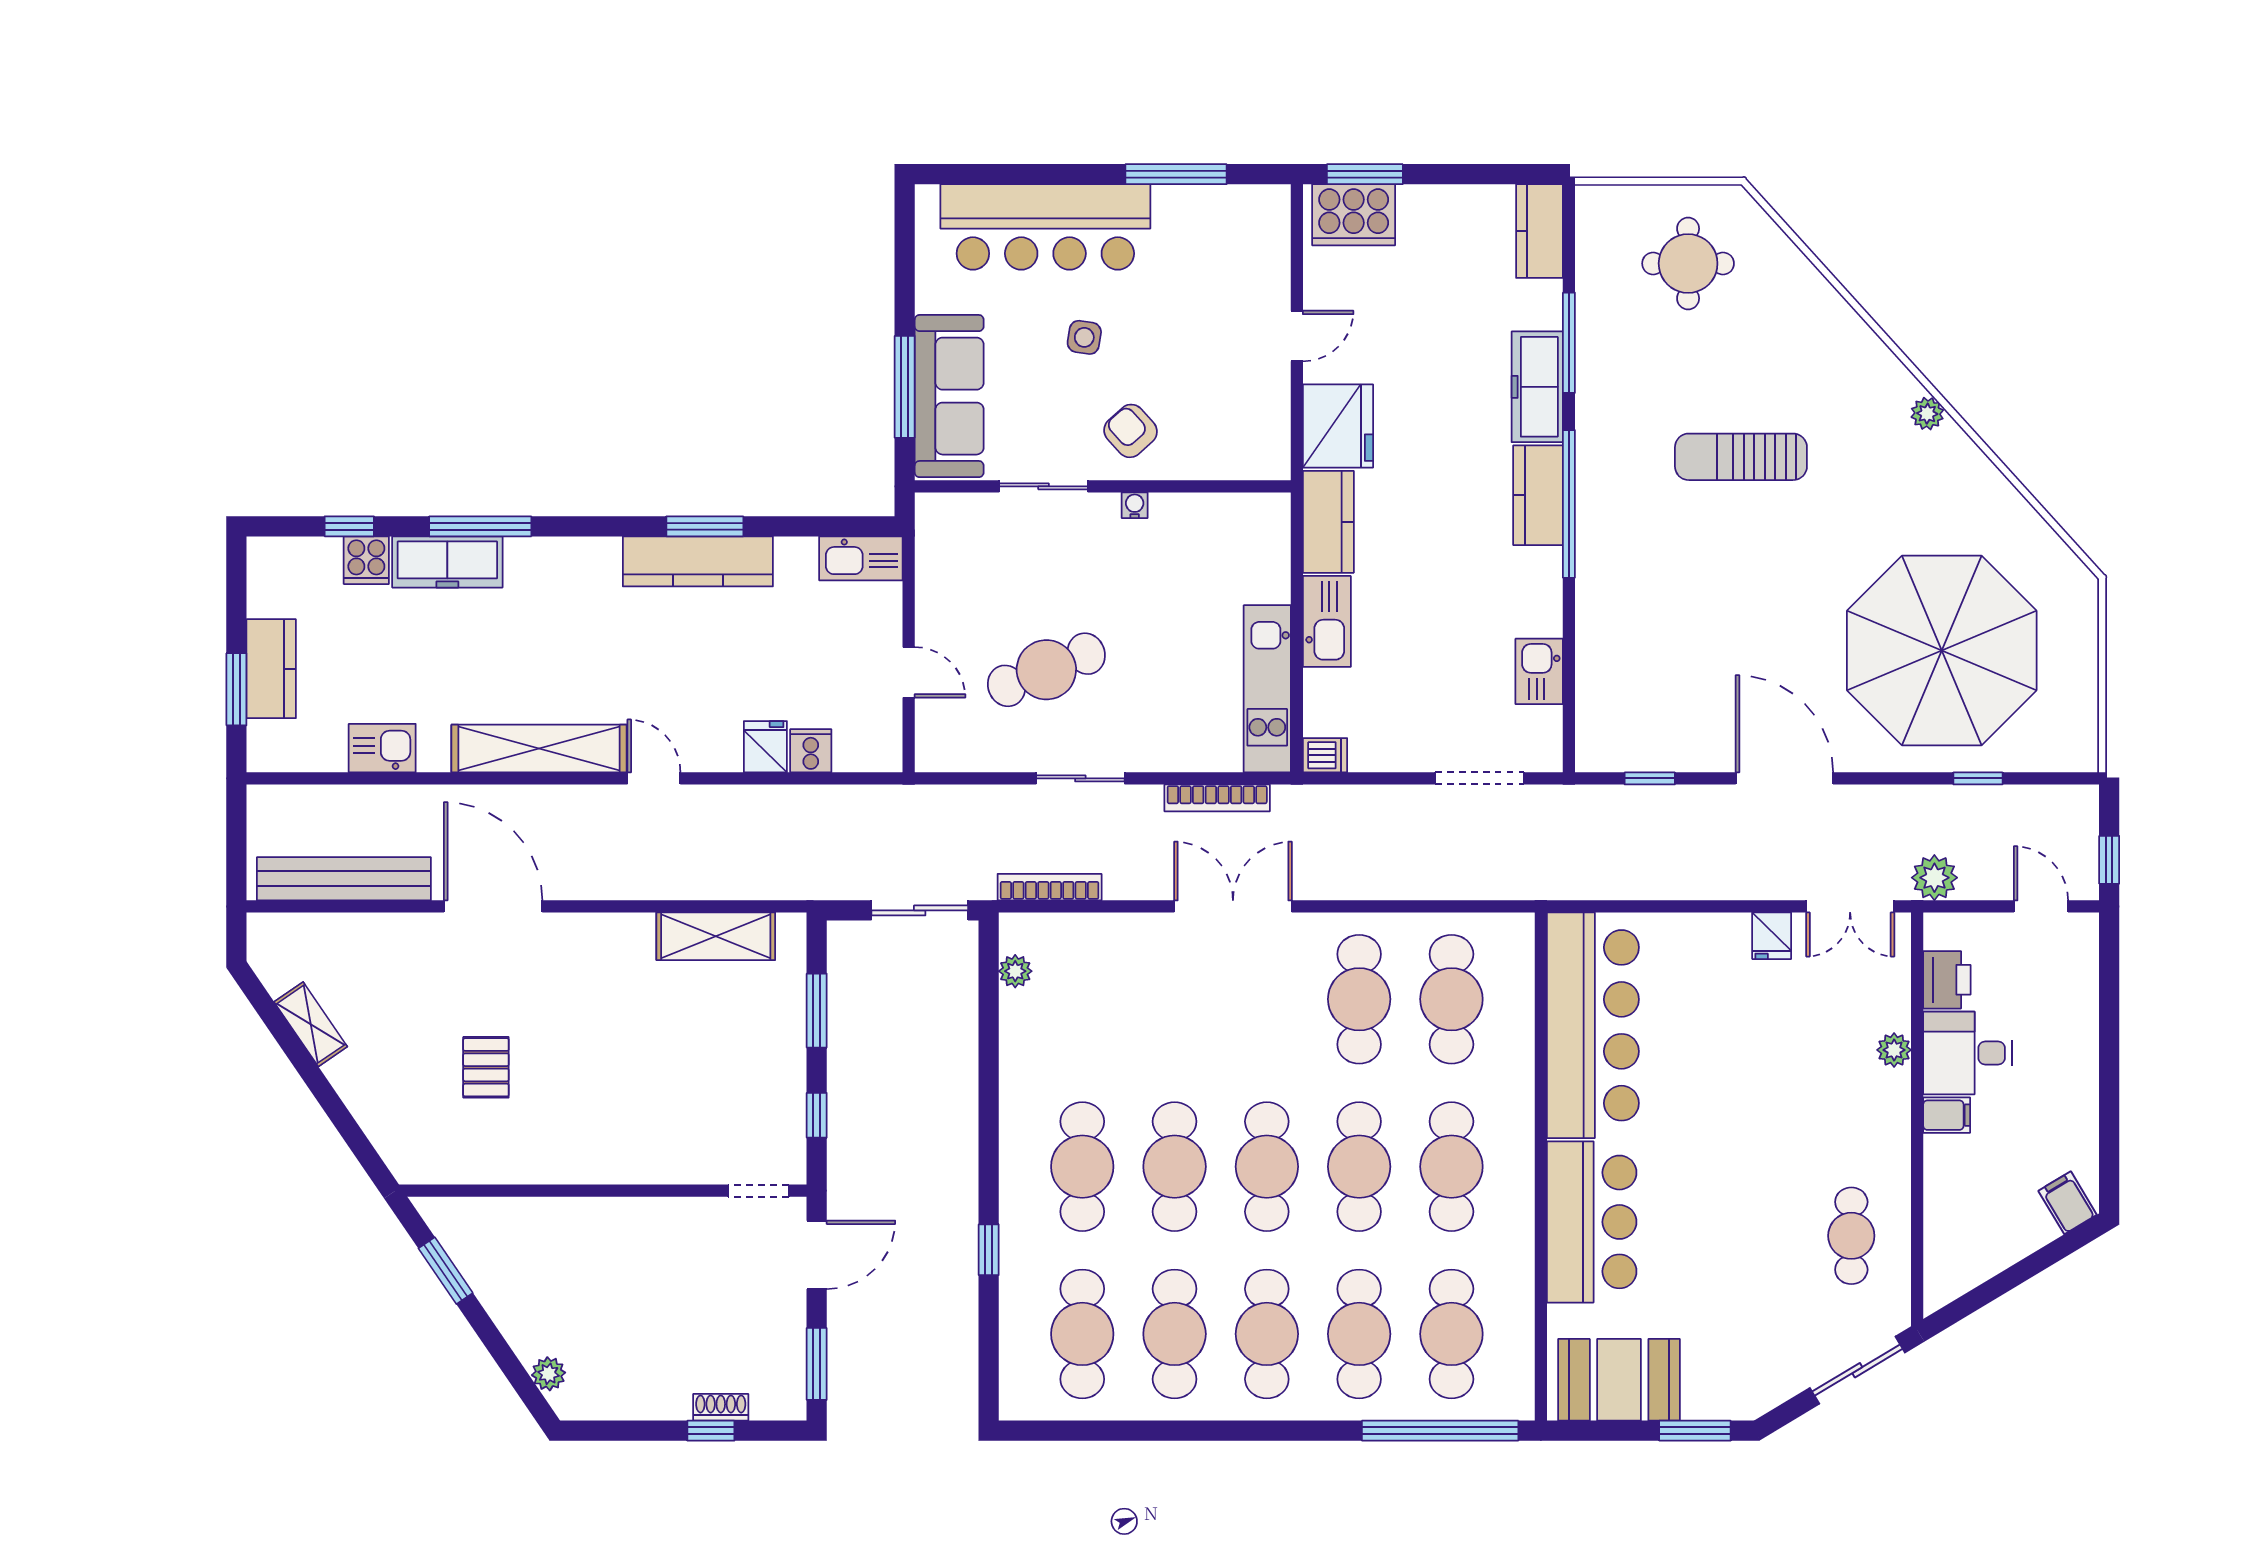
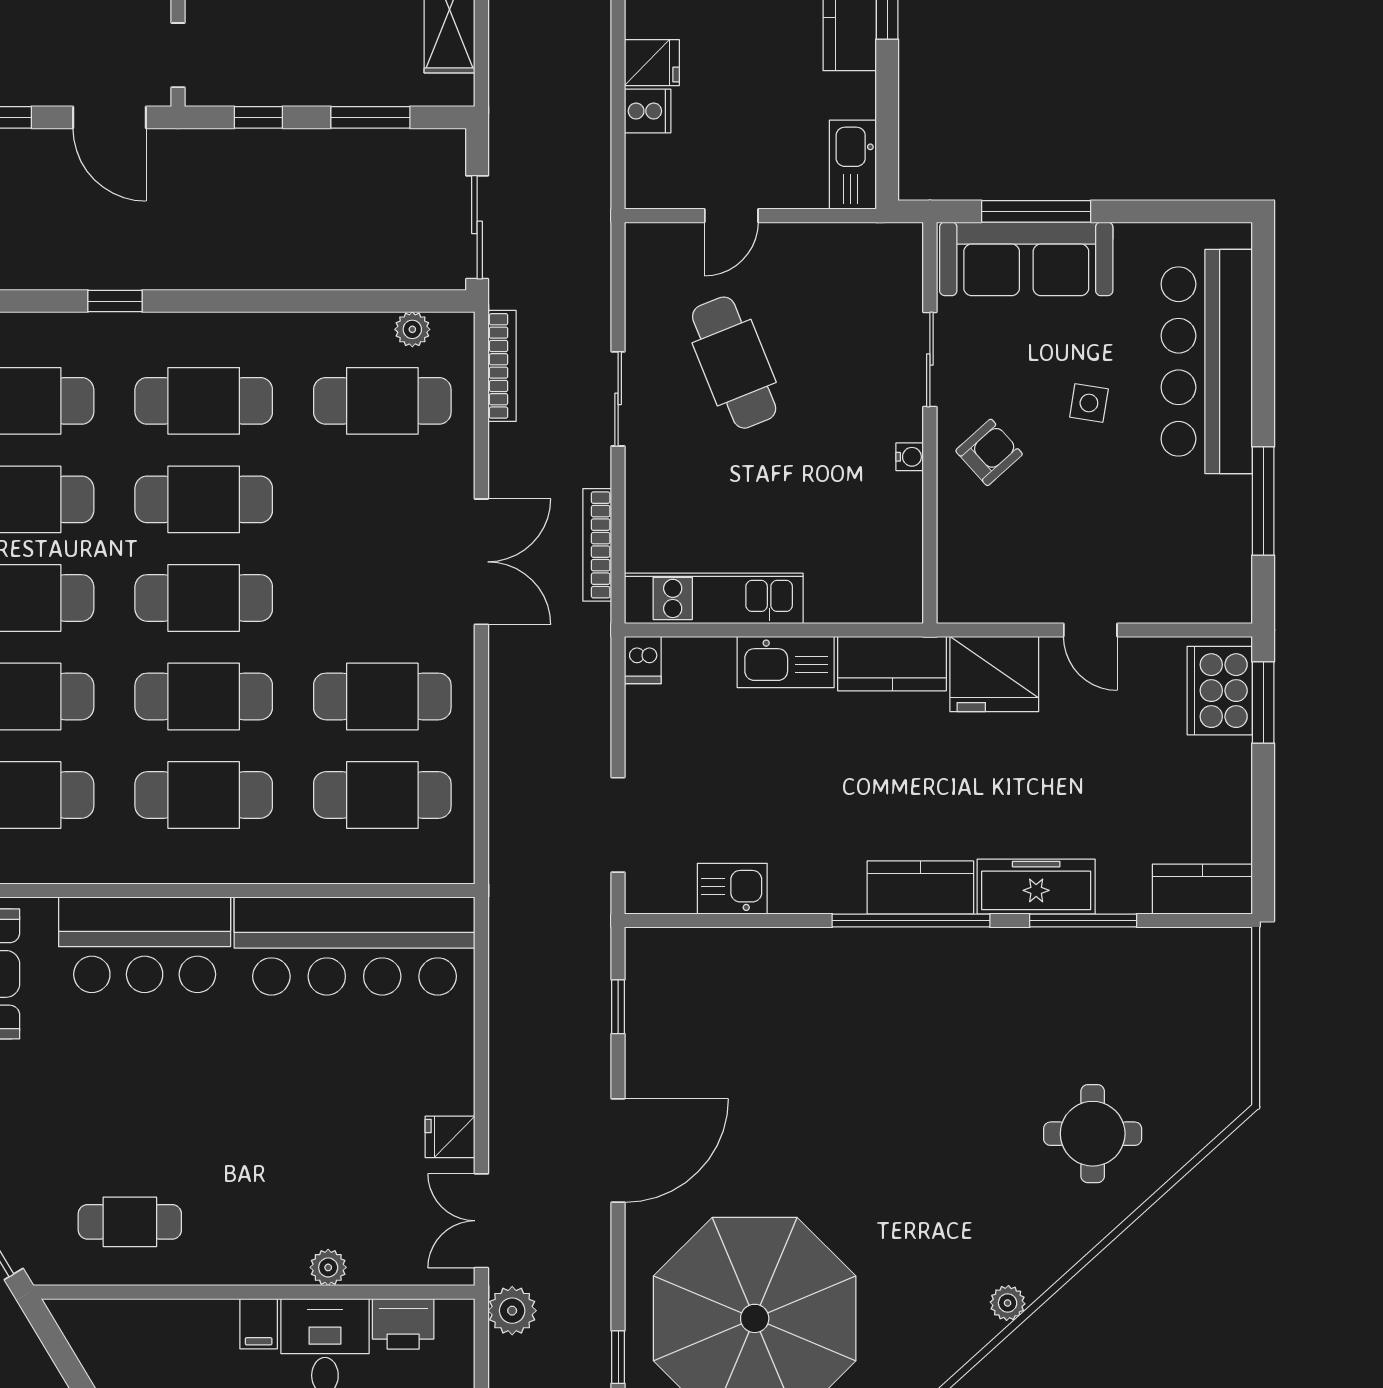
round table: (1688, 263) -> (1093, 1134), moved
sun lounger: (1741, 457) -> (961, 1104), removed
cafe table: (1082, 999) -> (382, 401), added

